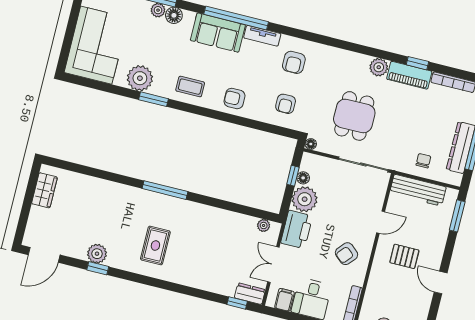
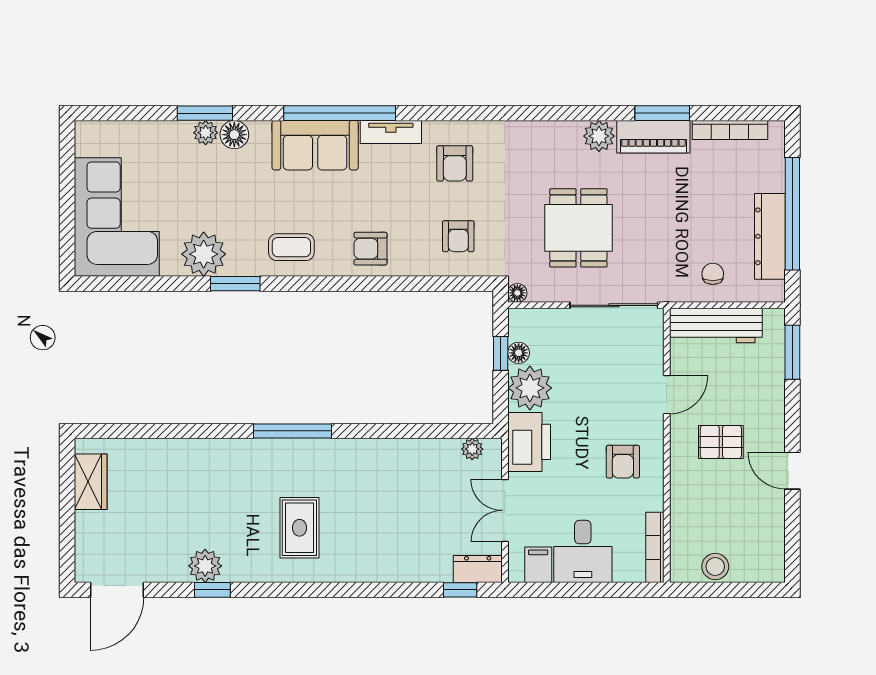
window: (418, 63) -> (662, 113), width x1.50
armchair: (346, 254) -> (623, 462), turned -41

